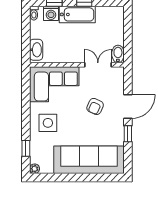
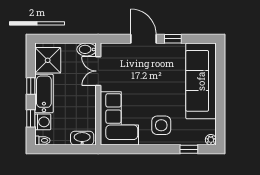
shower: (108, 18) -> (48, 60), added
armchair: (95, 106) -> (143, 74), removed

